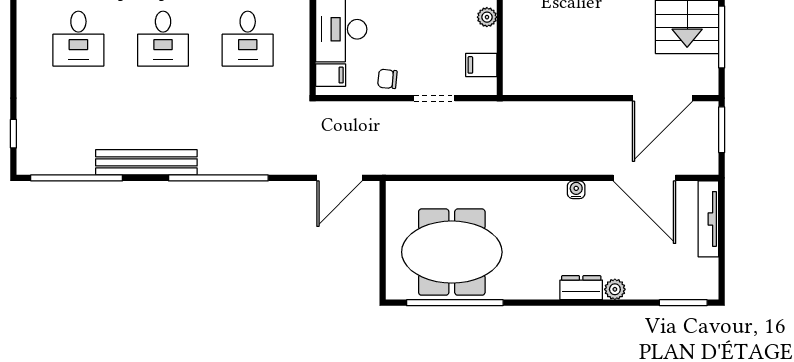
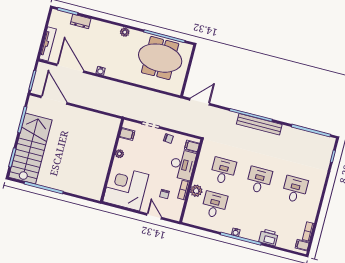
door: (662, 98) -> (54, 100), hinge flipped
bench: (146, 162) -> (259, 124), moved
dresser: (581, 288) -> (81, 21), moved
plant: (615, 289) -> (125, 32), moved

